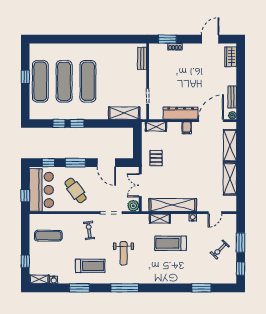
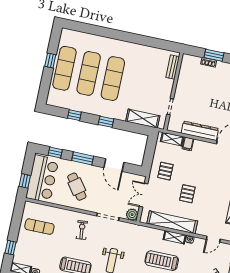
window: (167, 39) -> (214, 55), moved
window: (77, 123) -> (106, 122), moved
filing cabinet: (187, 128) -> (188, 144), moved
pallet: (181, 175) -> (187, 194), added
shelving: (160, 219) -> (175, 237), moved

